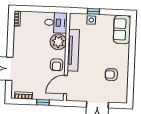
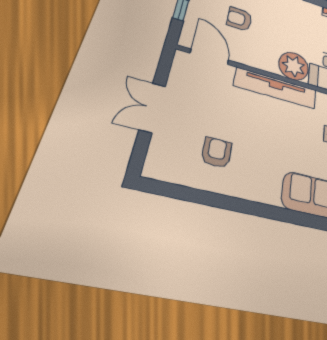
armchair: (57, 65) -> (239, 19), moved

